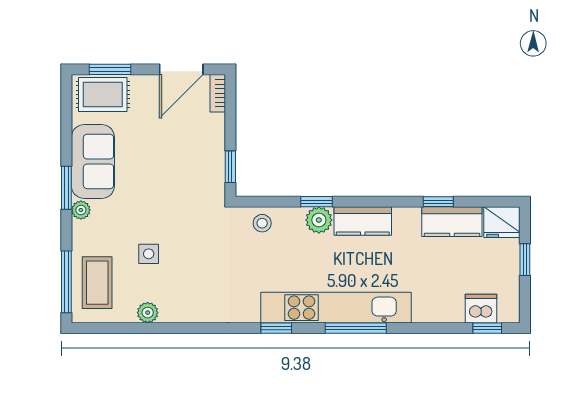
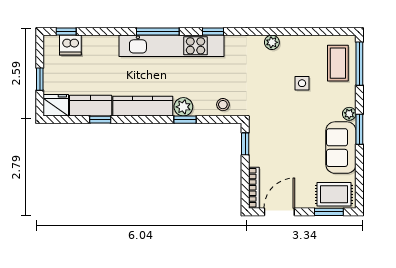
bookcase: (218, 93) -> (254, 188), width x1.56
kitchen counter: (363, 221) -> (143, 106), width x1.50
plant: (148, 313) -> (272, 42), moved

